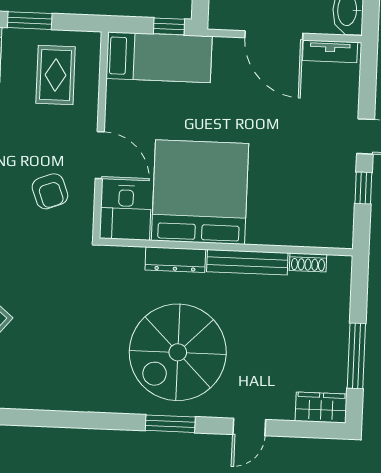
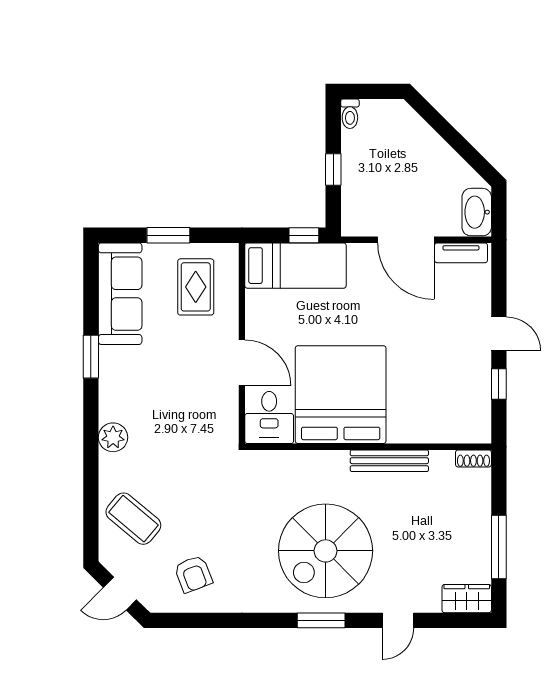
armchair: (50, 191) -> (193, 574), moved
dresser: (175, 260) -> (319, 461), removed
shoe rack: (308, 262) -> (473, 458), moved

